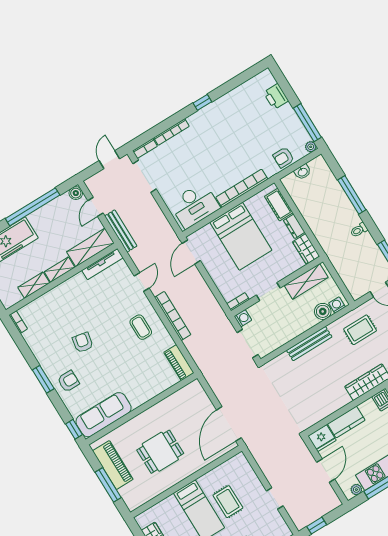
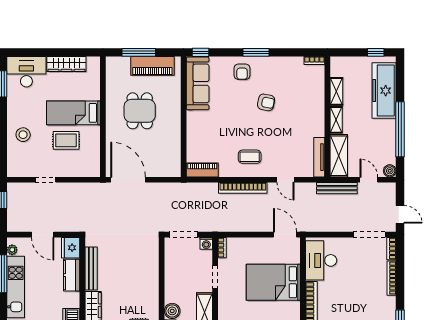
bench: (309, 344) -> (91, 269), moved

